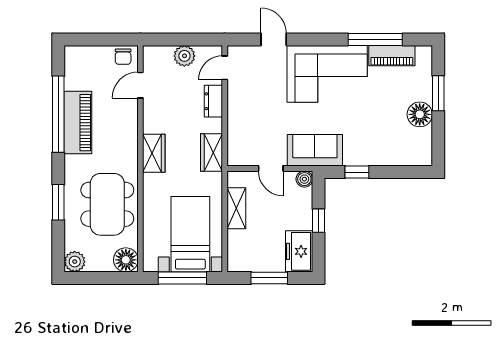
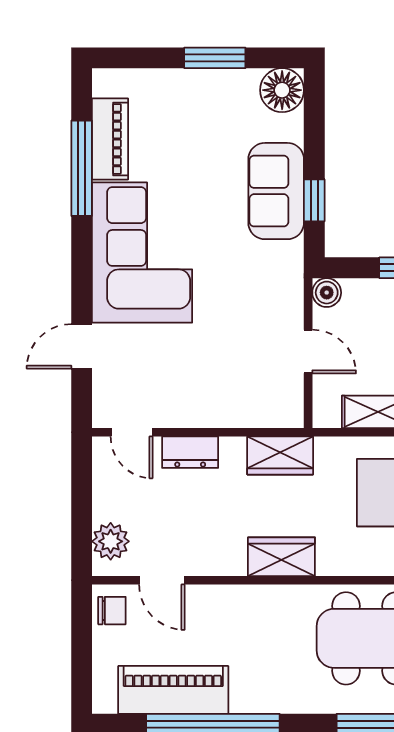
plant: (184, 56) -> (111, 541), moved
window: (438, 93) -> (215, 58), moved
floor lamp: (420, 114) -> (282, 90), moved
piano: (78, 123) -> (173, 690), moved
sofa: (315, 150) -> (276, 191), moved
door: (271, 168) -> (308, 352), hinge flipped

